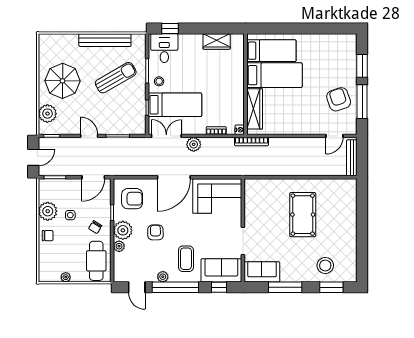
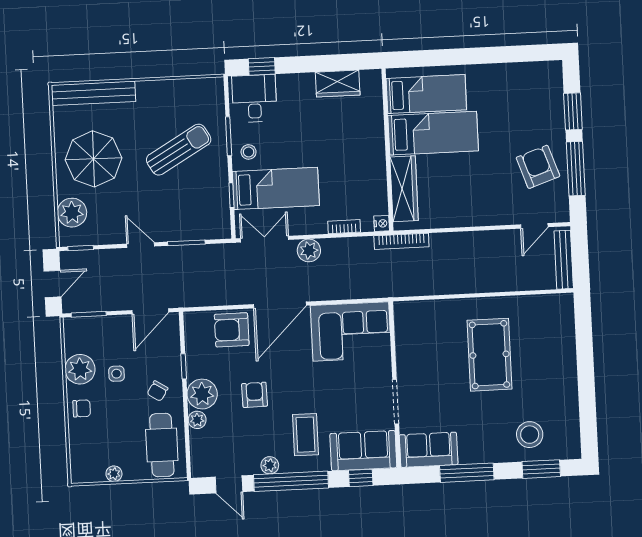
bench: (105, 40) -> (93, 93), moved
armchair: (132, 199) -> (232, 330), moved, turned 180

